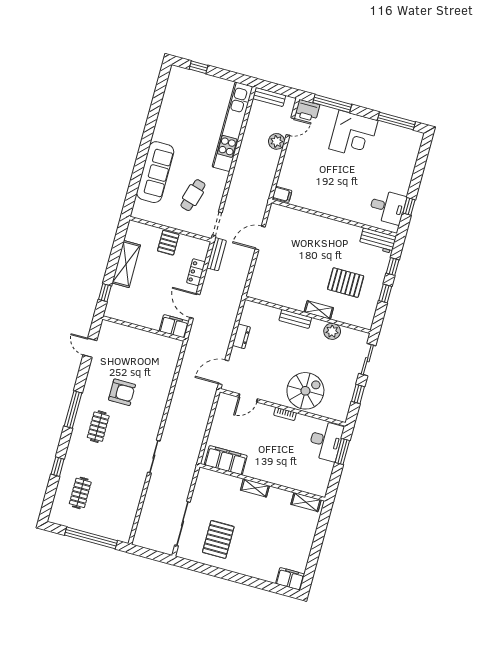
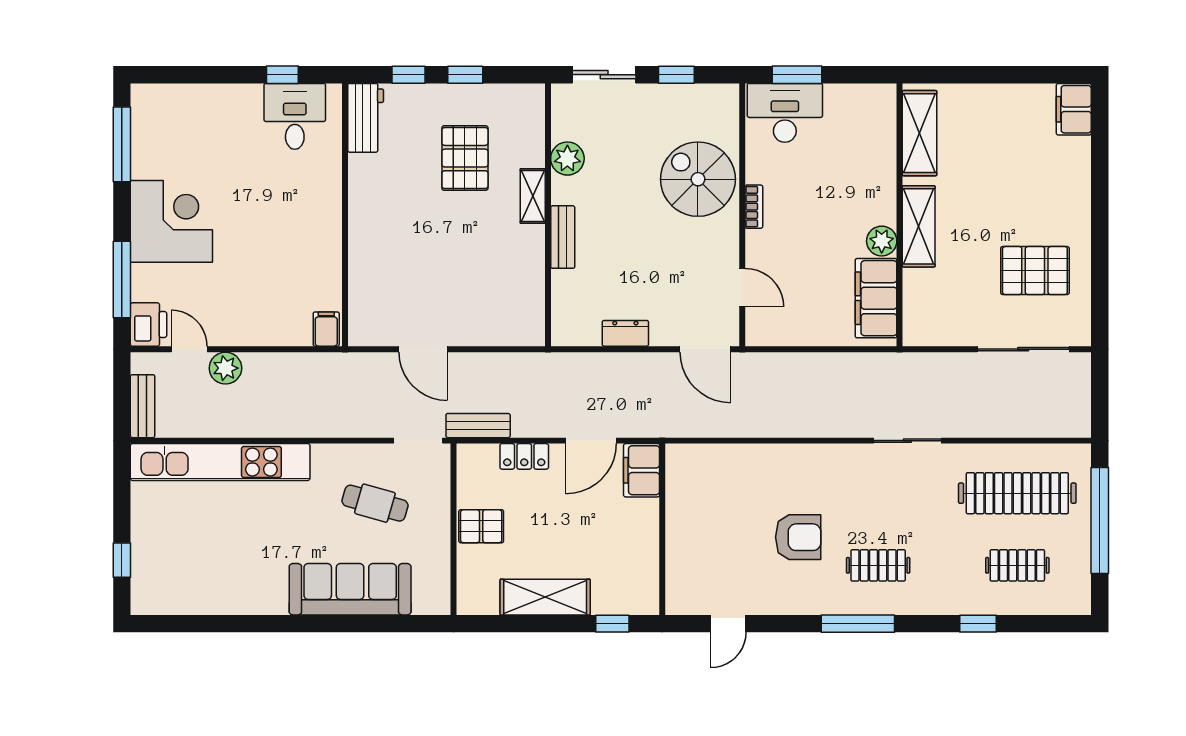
armchair: (122, 392) -> (798, 537), turned 90
plant: (252, 470) -> (882, 241), added
shelving: (255, 488) -> (919, 226), width x1.50, depth x1.33
clothes rail: (115, 502) -> (1017, 493), added
shelving: (306, 502) -> (919, 133), width x1.50, depth x1.33

